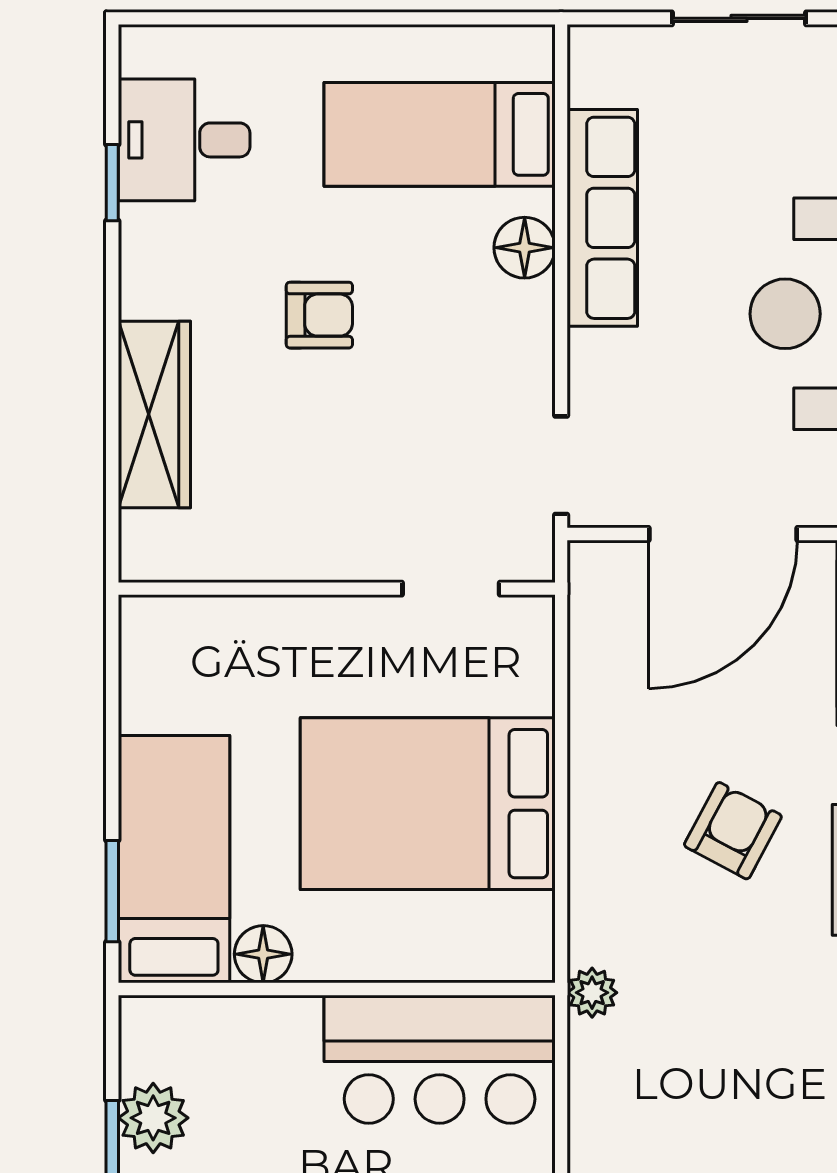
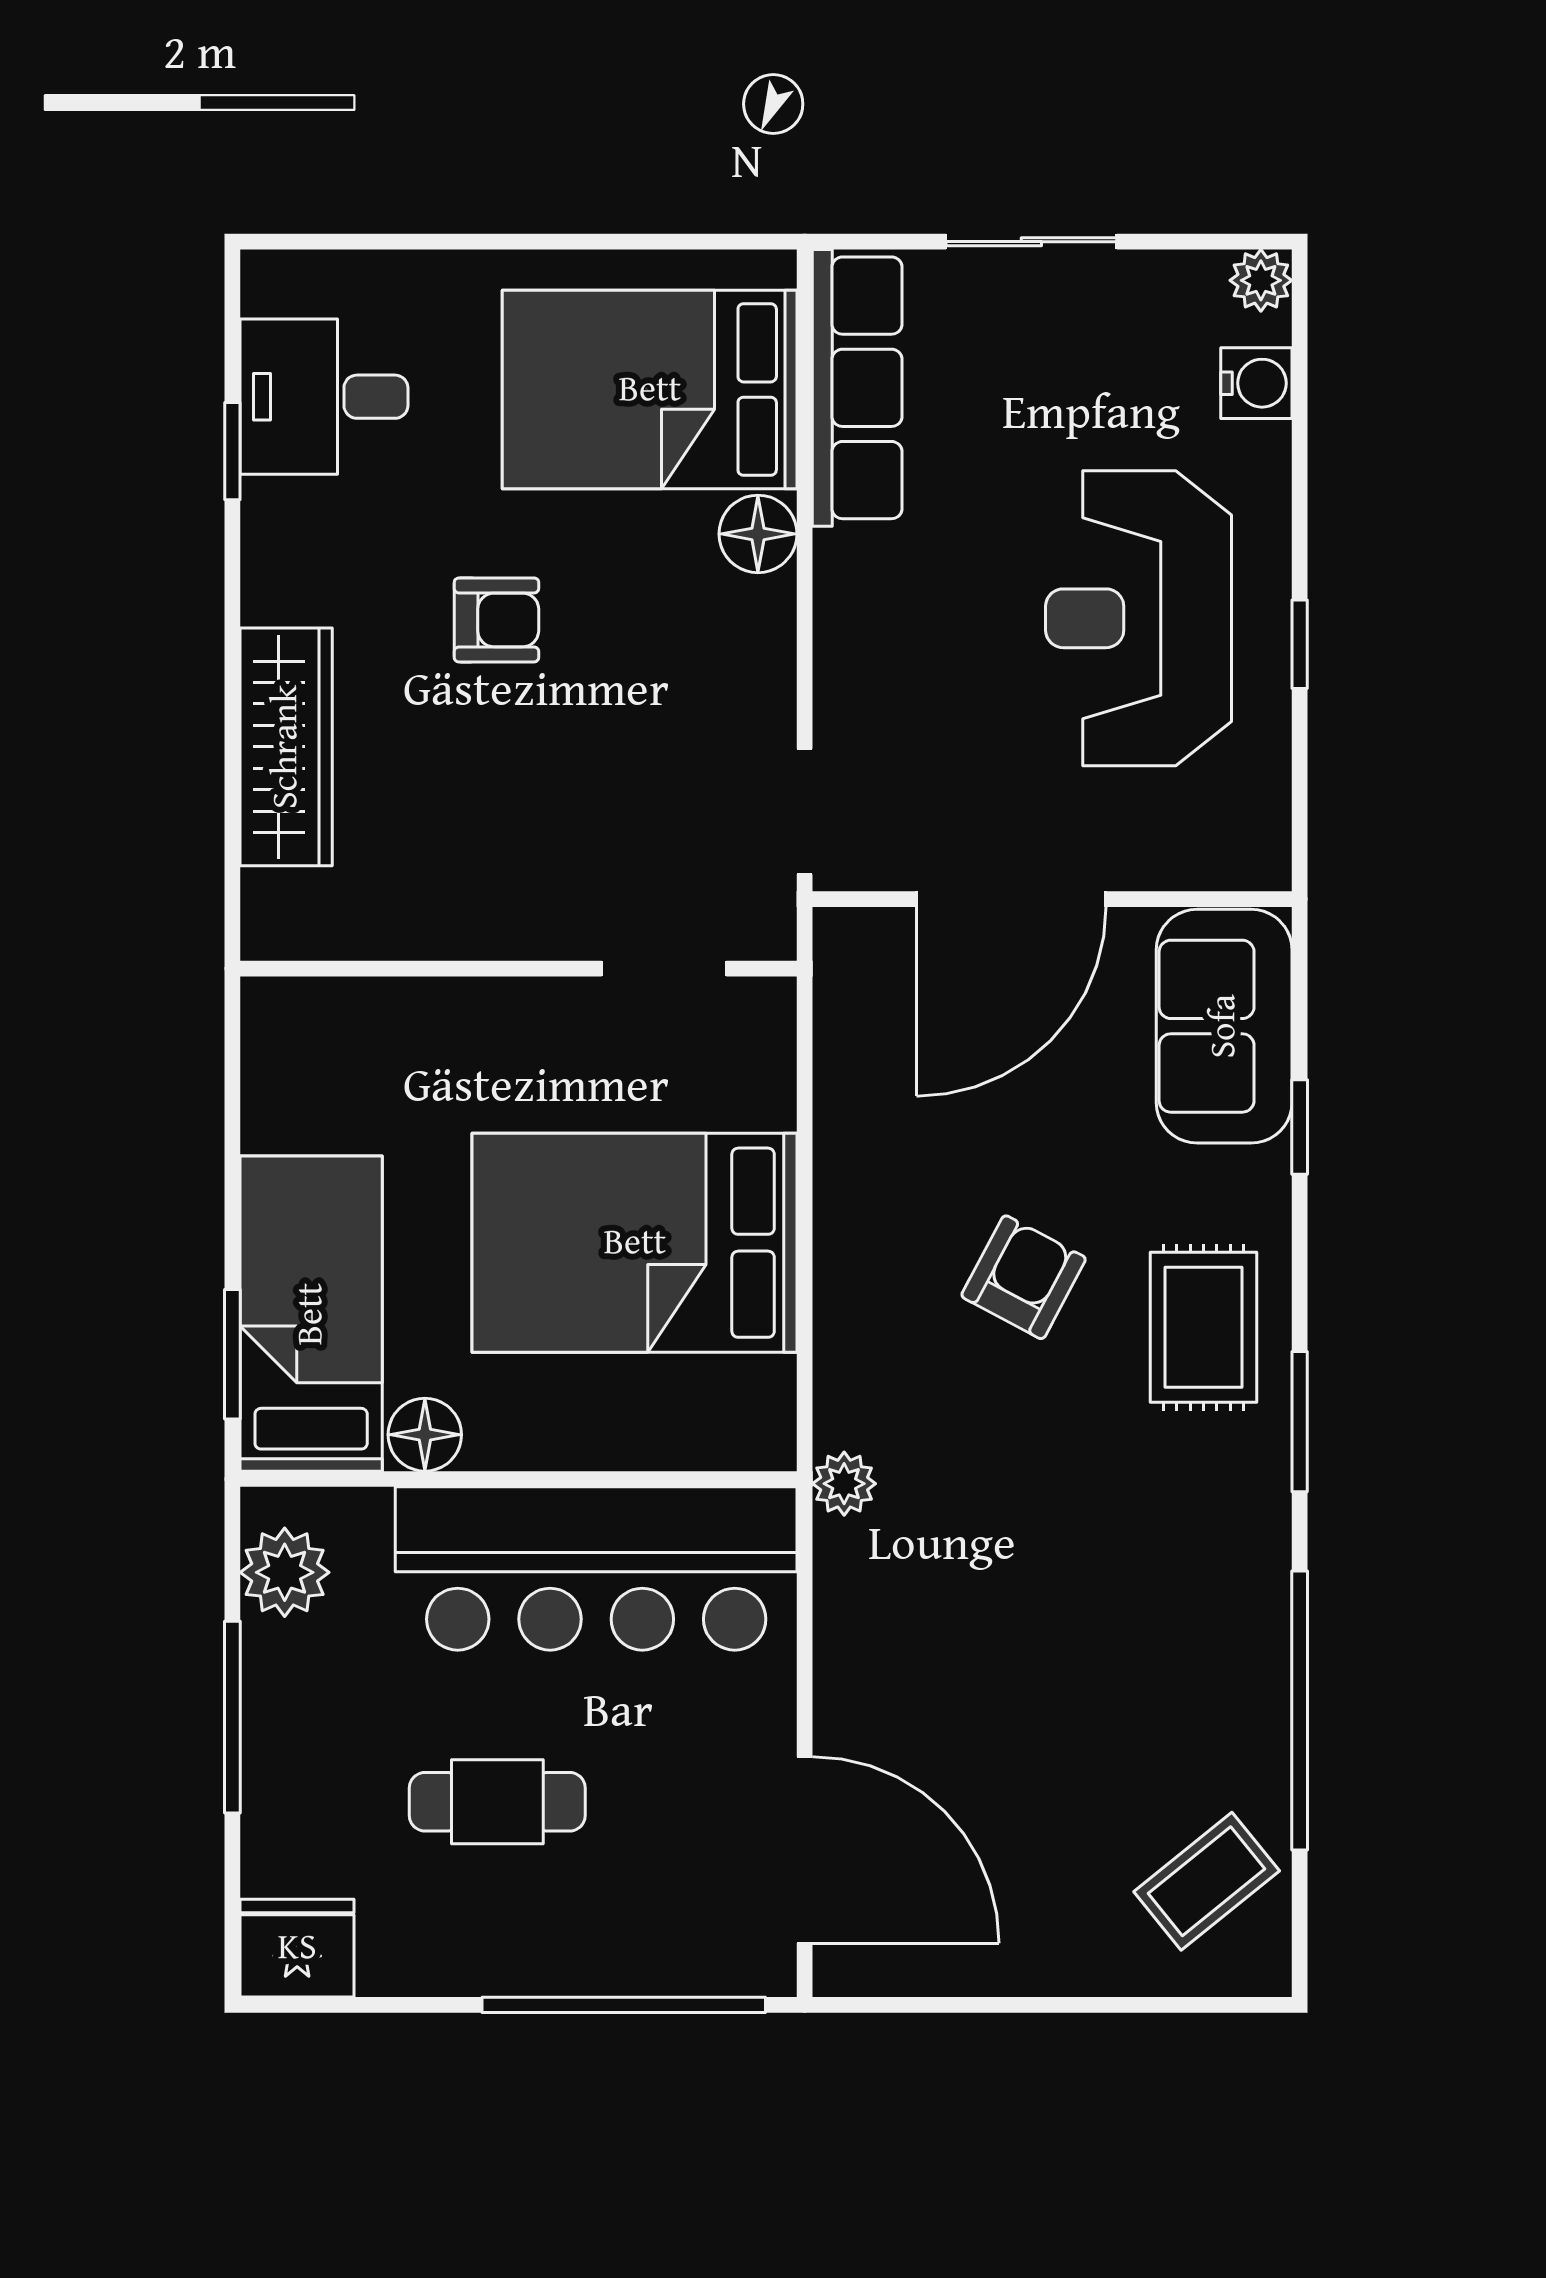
bed: (440, 134) -> (650, 390), width x1.50
row of seats: (602, 218) -> (857, 388), moved
bar counter: (440, 1059) -> (596, 1568), width x1.36
plant: (153, 1118) -> (285, 1572), moved

